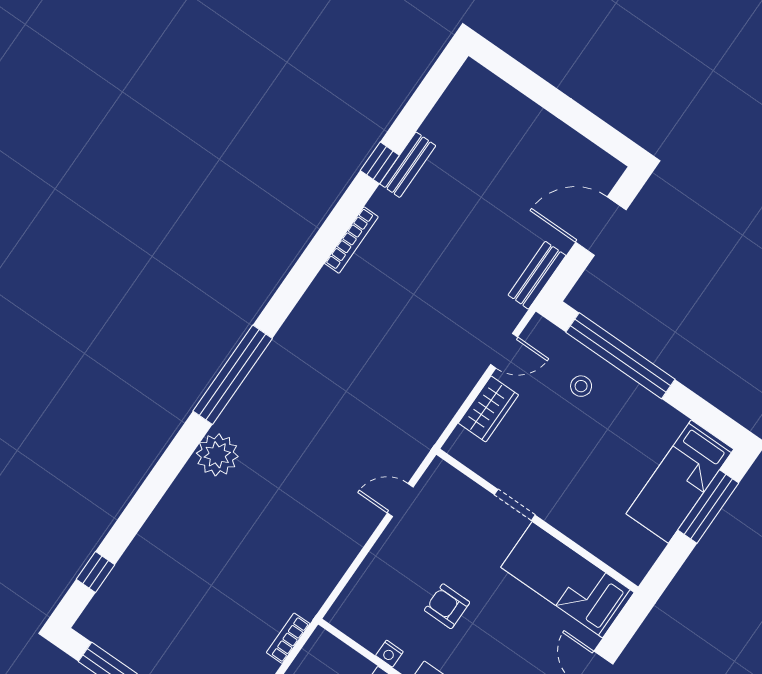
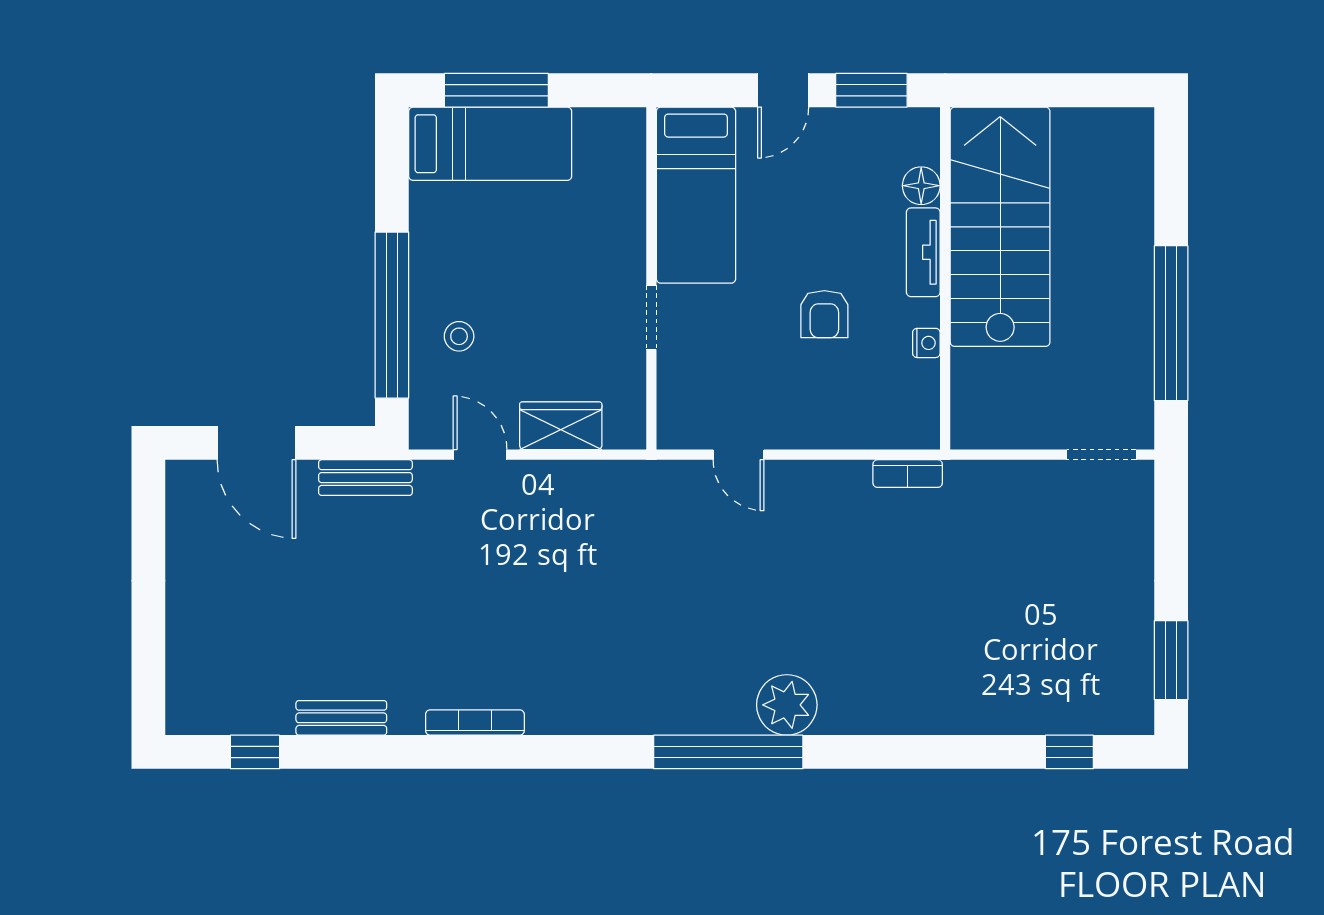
window: (380, 163) -> (255, 752), moved
plant: (217, 455) -> (787, 705), moved
bookcase: (288, 638) -> (908, 474), moved

